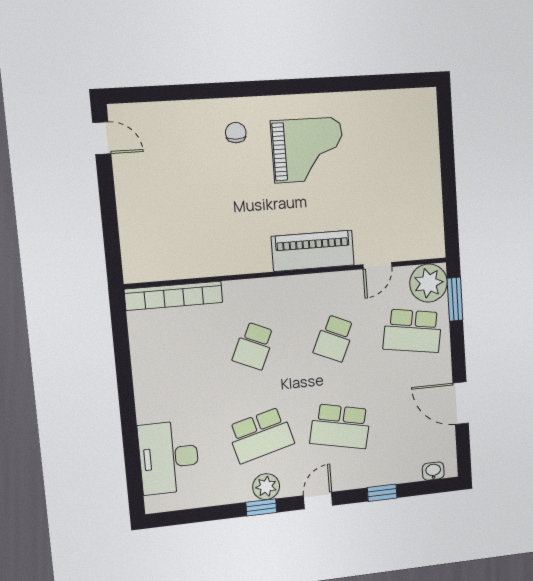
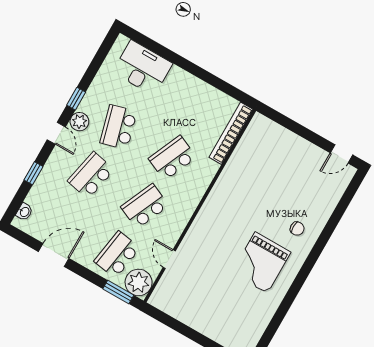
piano: (313, 251) -> (203, 228), removed
school desk: (334, 338) -> (145, 206), width x1.85
school desk: (254, 346) -> (172, 158), width x1.85
plant: (266, 487) -> (79, 122), moved

